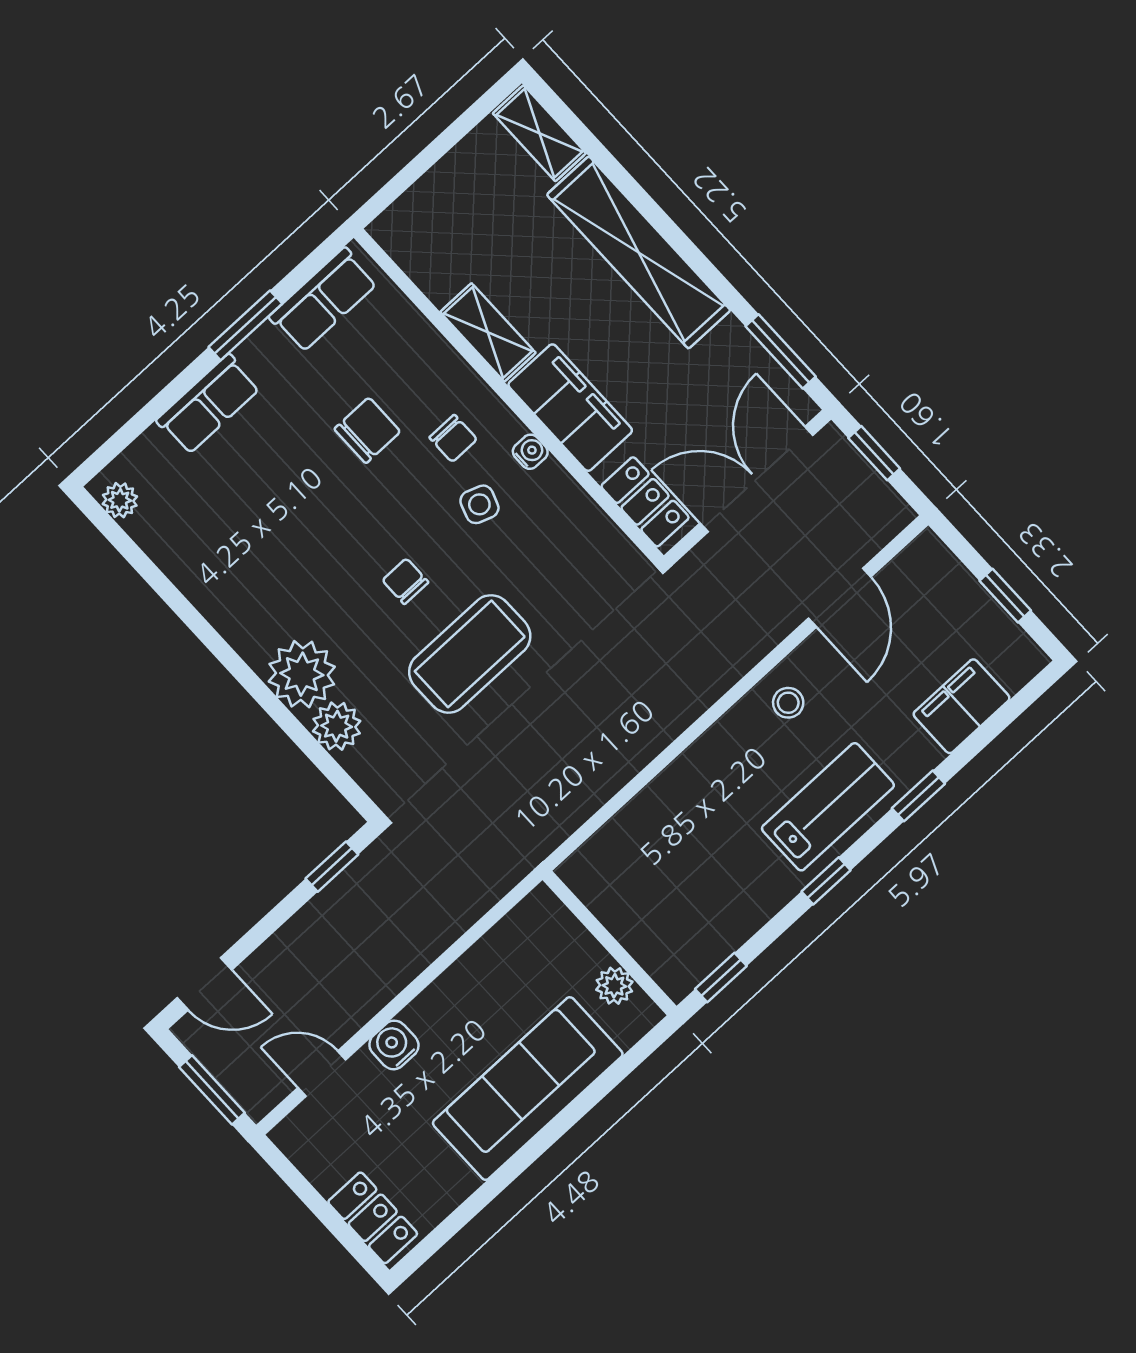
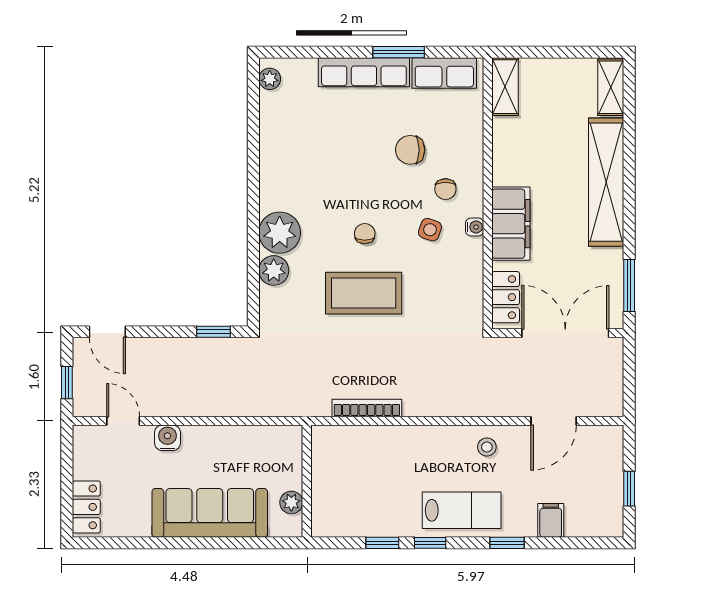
shelving: (488, 332) -> (505, 87), moved
row of seats: (208, 404) -> (364, 72), width x1.48
chair: (367, 430) -> (410, 150), turned 180
window: (874, 453) -> (629, 370), removed
filing cabinet: (962, 706) -> (551, 520), width x0.50
bookcase: (601, 788) -> (367, 408), added
window: (721, 978) -> (382, 543), moved
window: (212, 1090) -> (67, 383), width x0.67

